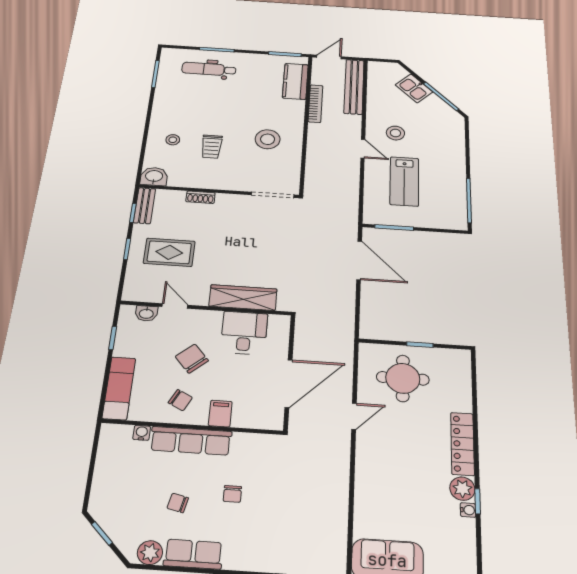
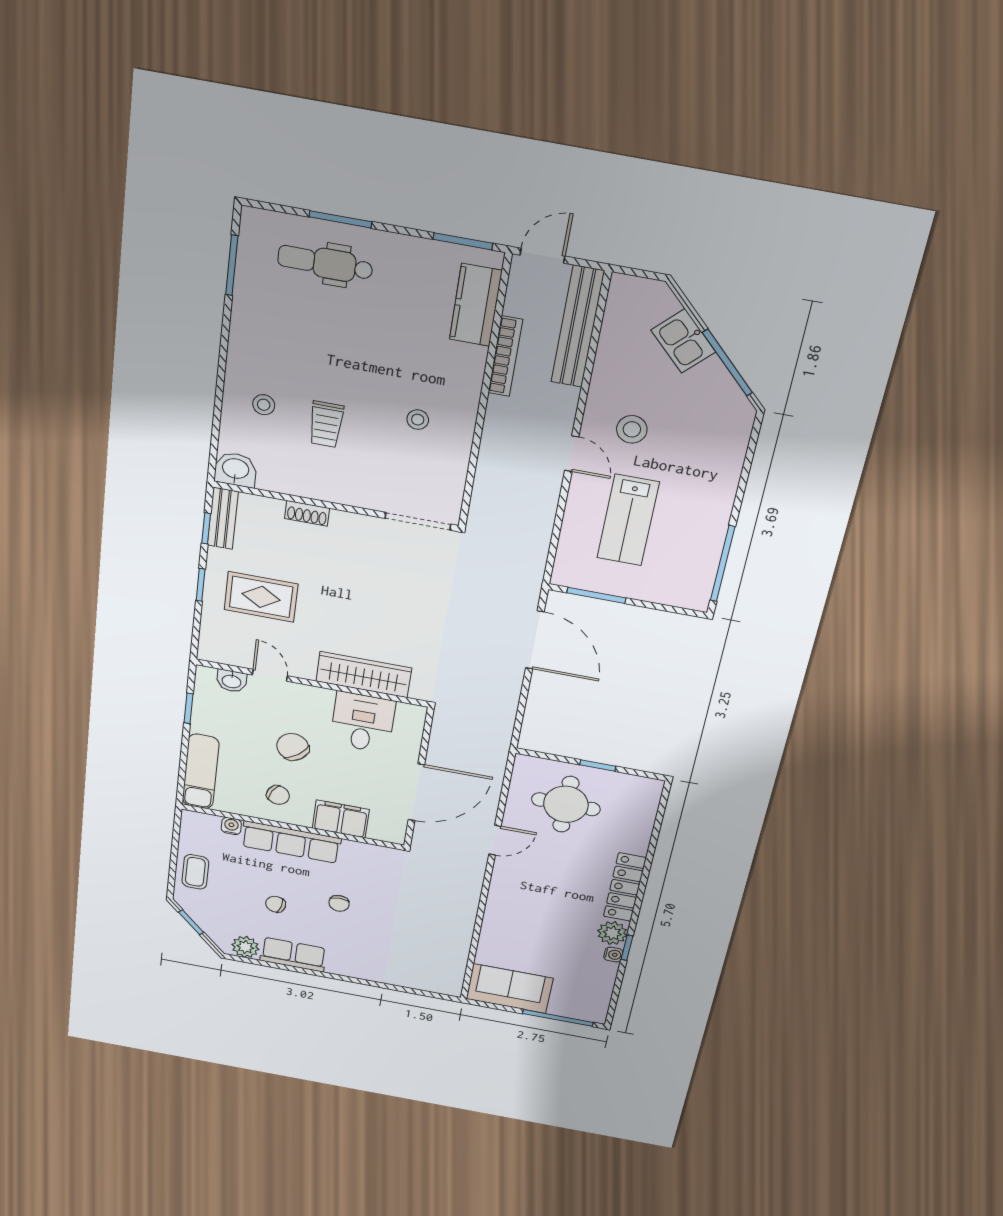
stool: (268, 139) -> (418, 420), width x0.53, depth x0.53
filing cabinet: (220, 414) -> (341, 819), width x2.00
coffee table: (109, 481) -> (195, 872), added

